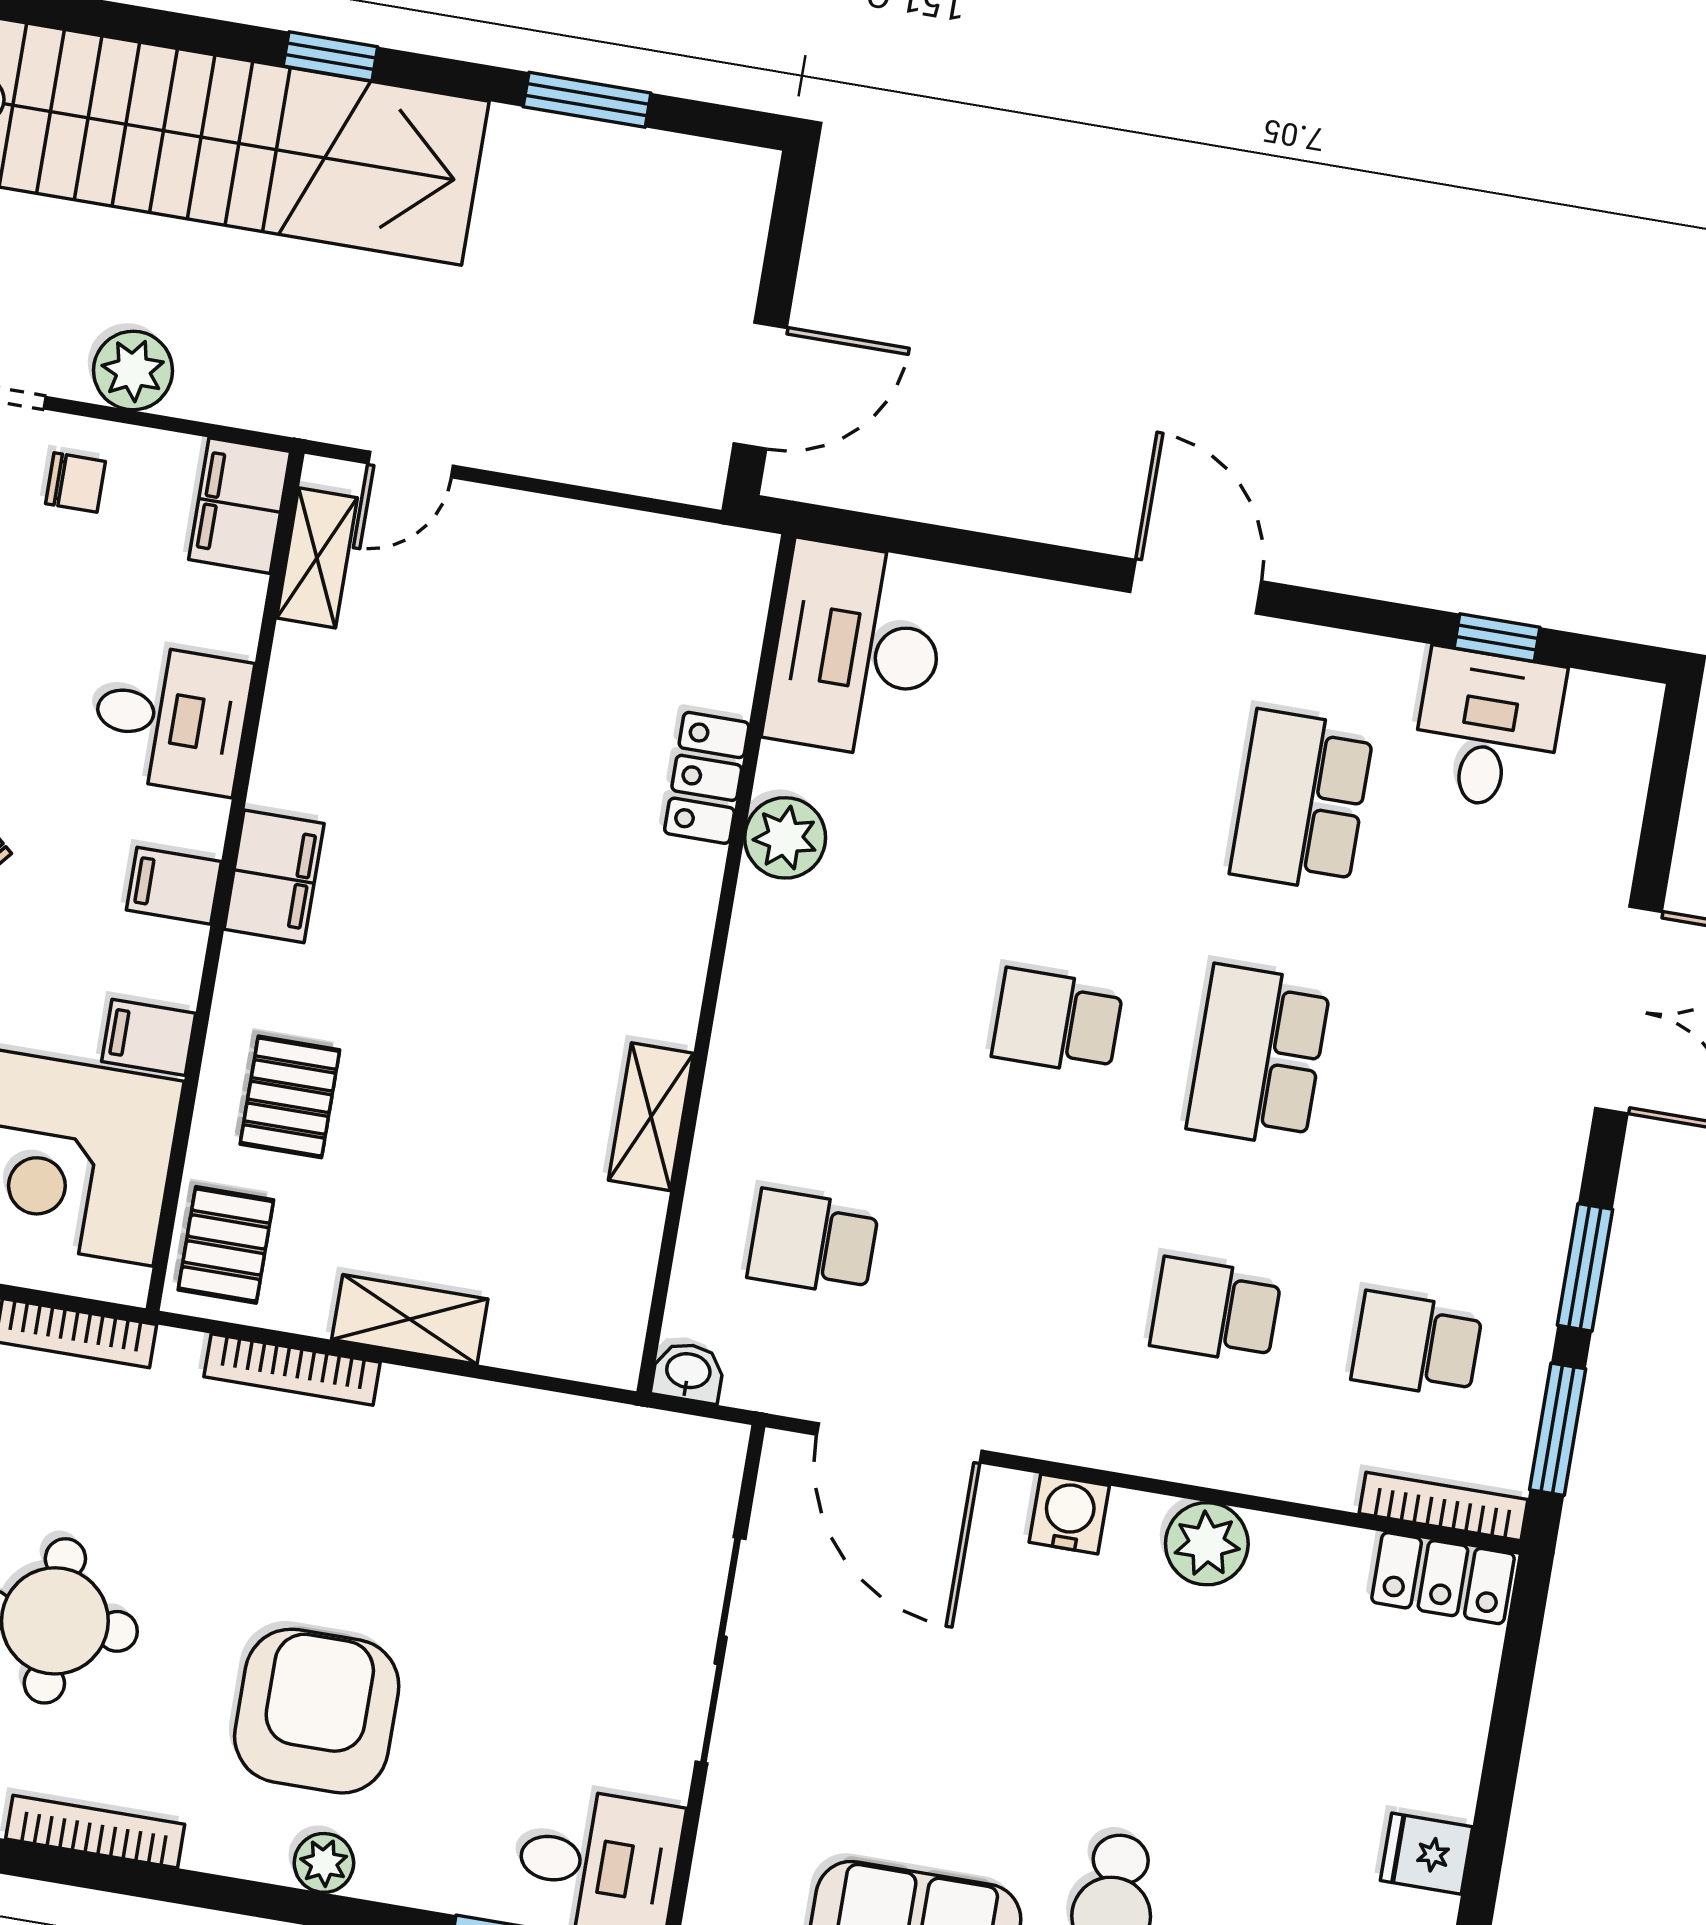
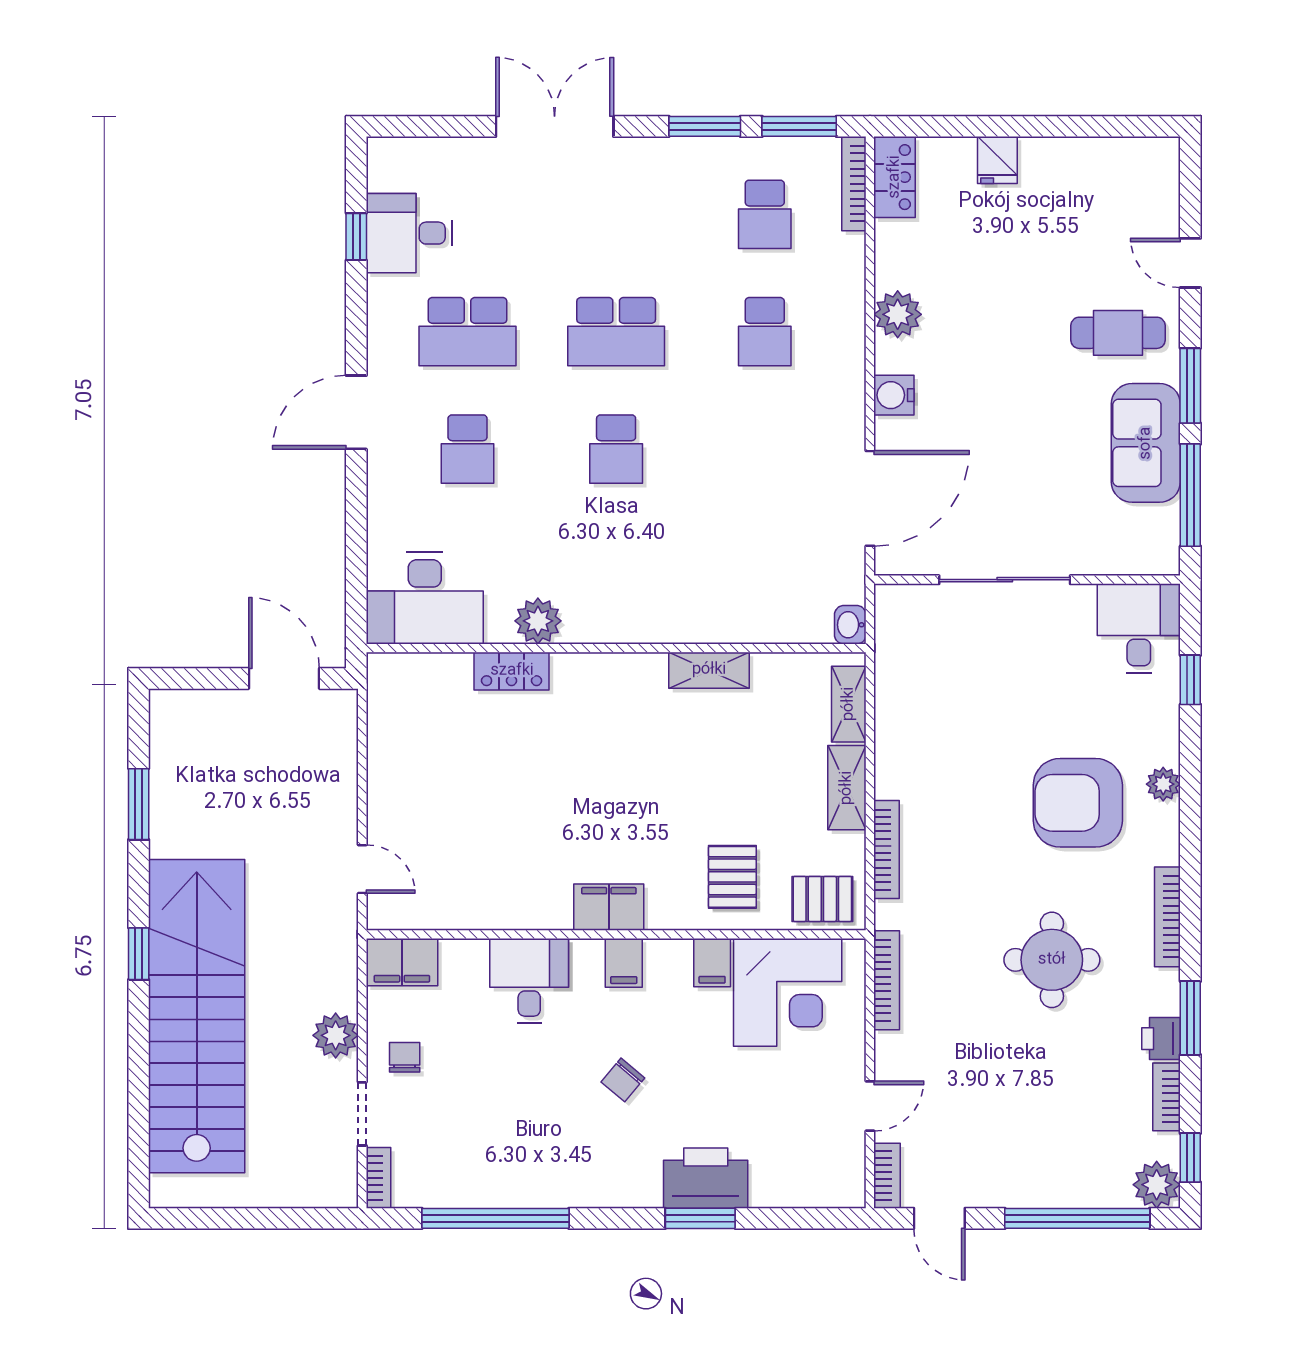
shelving: (317, 558) -> (849, 704), moved, turned 90
pallet: (290, 1097) -> (732, 877), turned 90
school desk: (813, 1243) -> (468, 449), moved
fridge: (1427, 1854) -> (997, 160), moved

